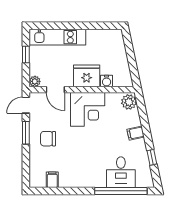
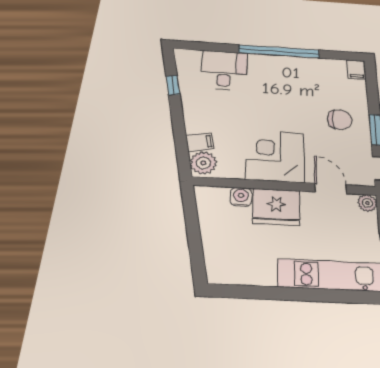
filing cabinet: (136, 133) -> (200, 142), moved
filing cabinet: (52, 180) -> (356, 70), moved
window: (121, 191) -> (279, 51), moved

